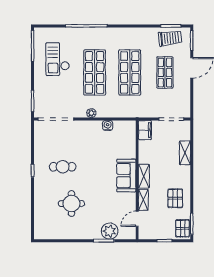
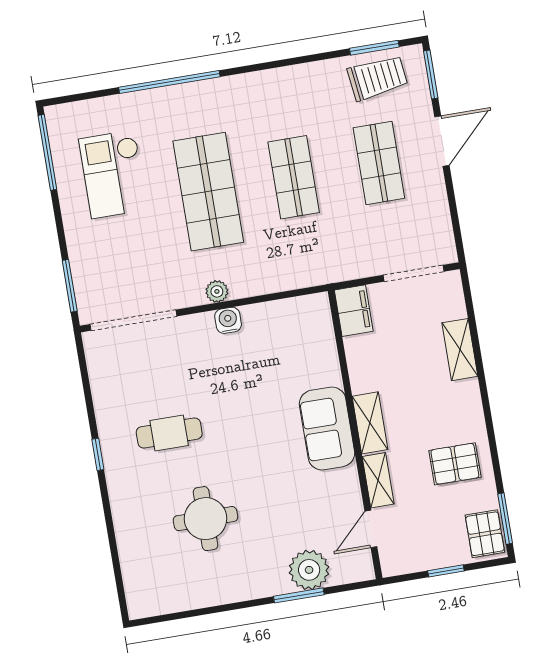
shop shelf: (130, 72) -> (294, 177), width x0.70, depth x0.74
water cooler: (108, 125) -> (228, 320), moved
pallet: (175, 198) -> (455, 464), turned 90

